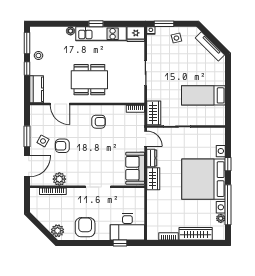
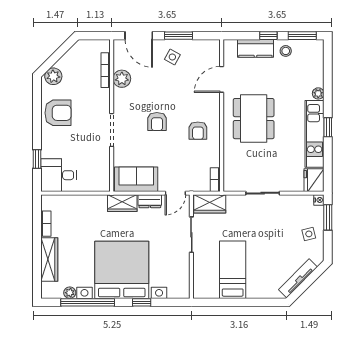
kitchen counter: (37, 89) -> (255, 48), moved
armchair: (62, 146) -> (157, 122), moved, turned 180
desk: (127, 227) -> (58, 175), width x0.73

